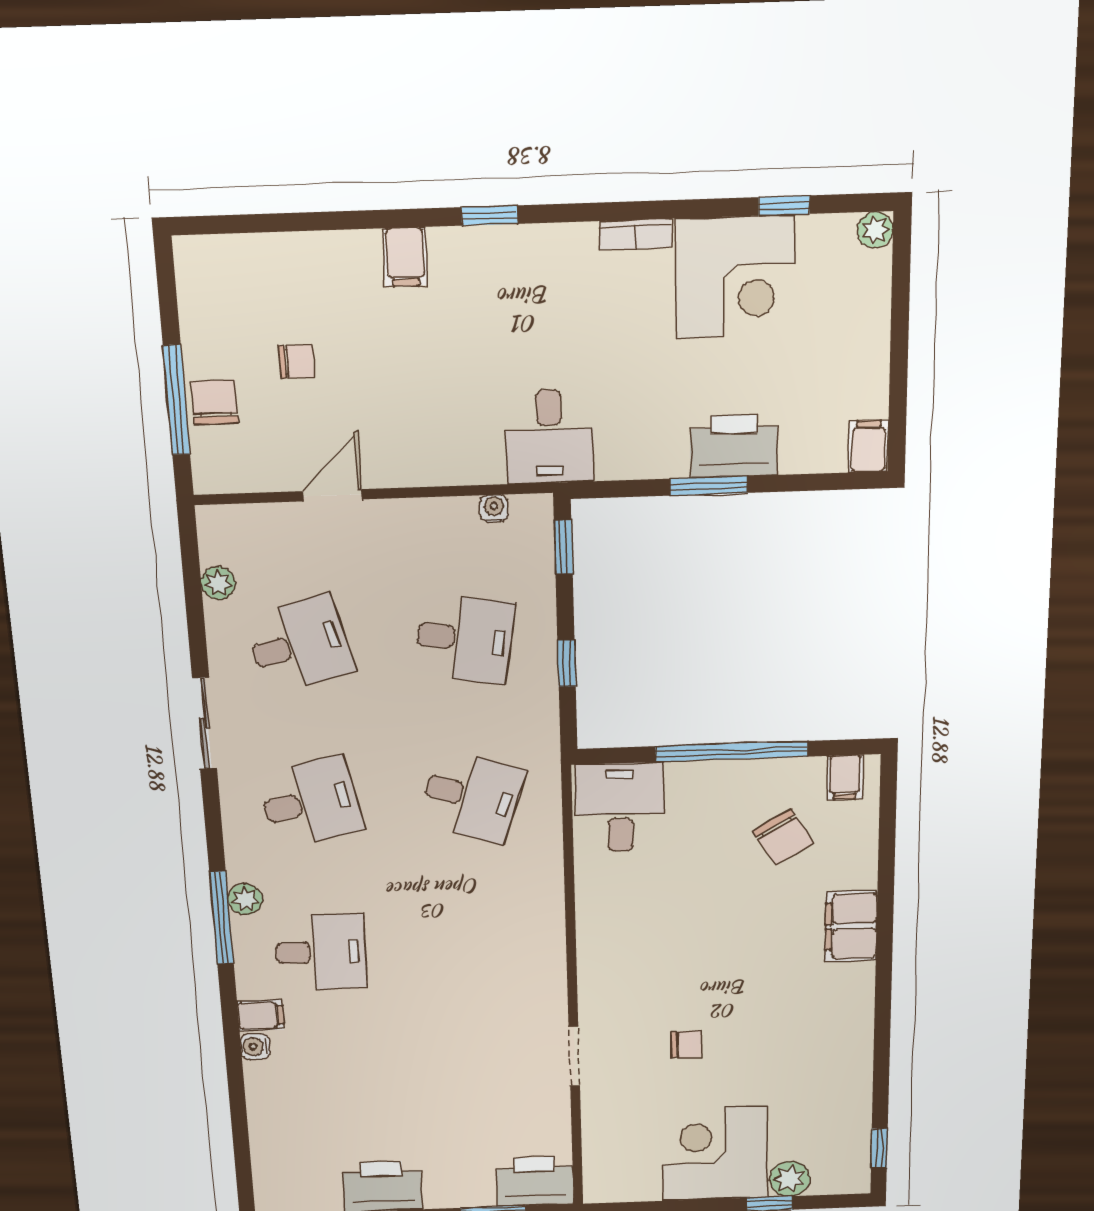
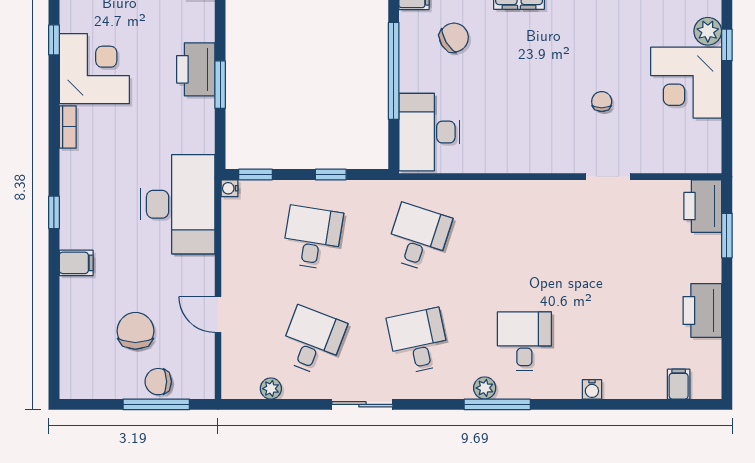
chair: (296, 361) -> (135, 331), width x1.87, depth x1.87
desk: (549, 437) -> (178, 204), width x1.87, depth x1.30
water cooler: (494, 508) -> (230, 188), moved
desk: (299, 645) -> (312, 341), turned 36
desk: (620, 807) -> (429, 132), width x1.37
filing cabinet: (261, 1015) -> (679, 384), moved

